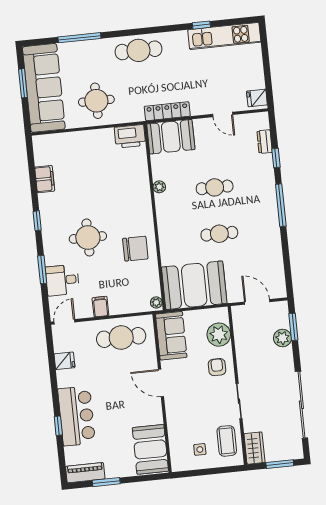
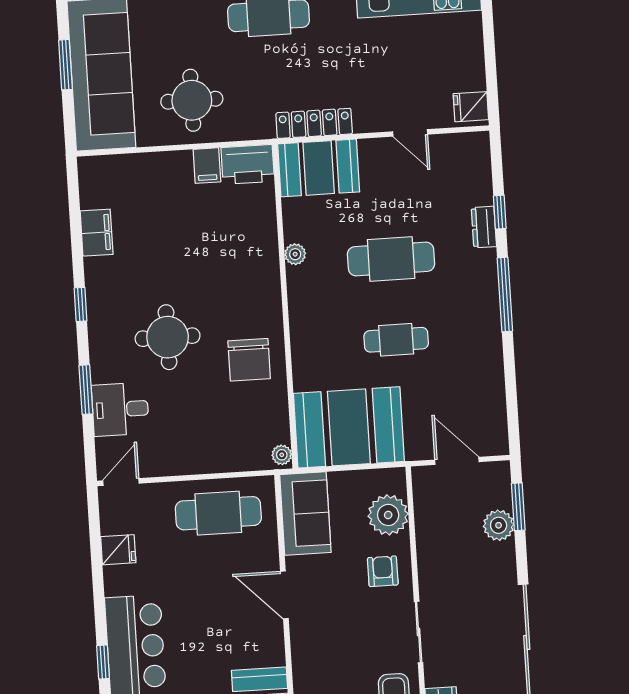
dresser: (265, 142) -> (484, 227), moved
cafe table: (215, 187) -> (391, 259), width x1.37, depth x1.35
chair: (135, 249) -> (249, 360), turned 90
filing cabinet: (100, 307) -> (207, 166), moved, turned 180

